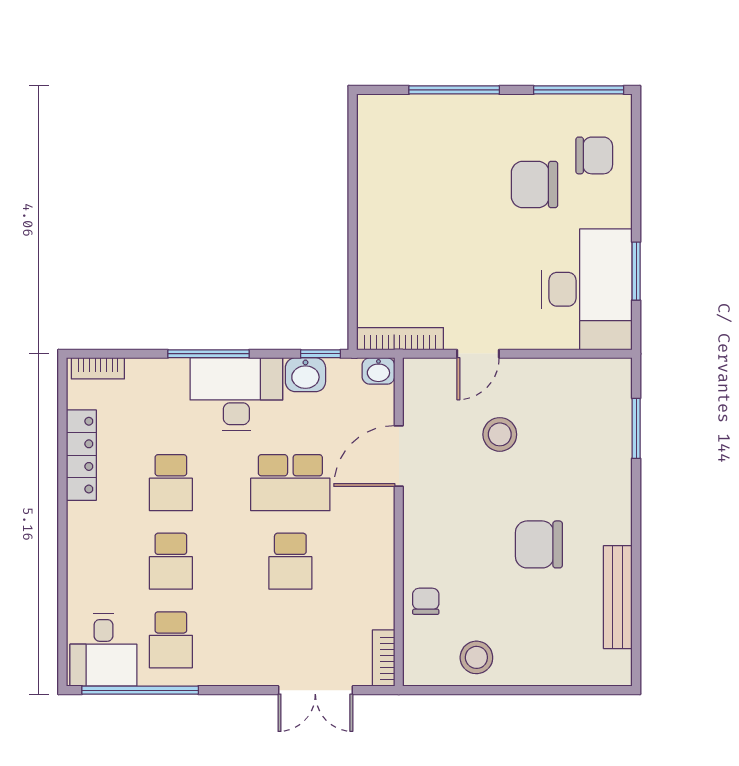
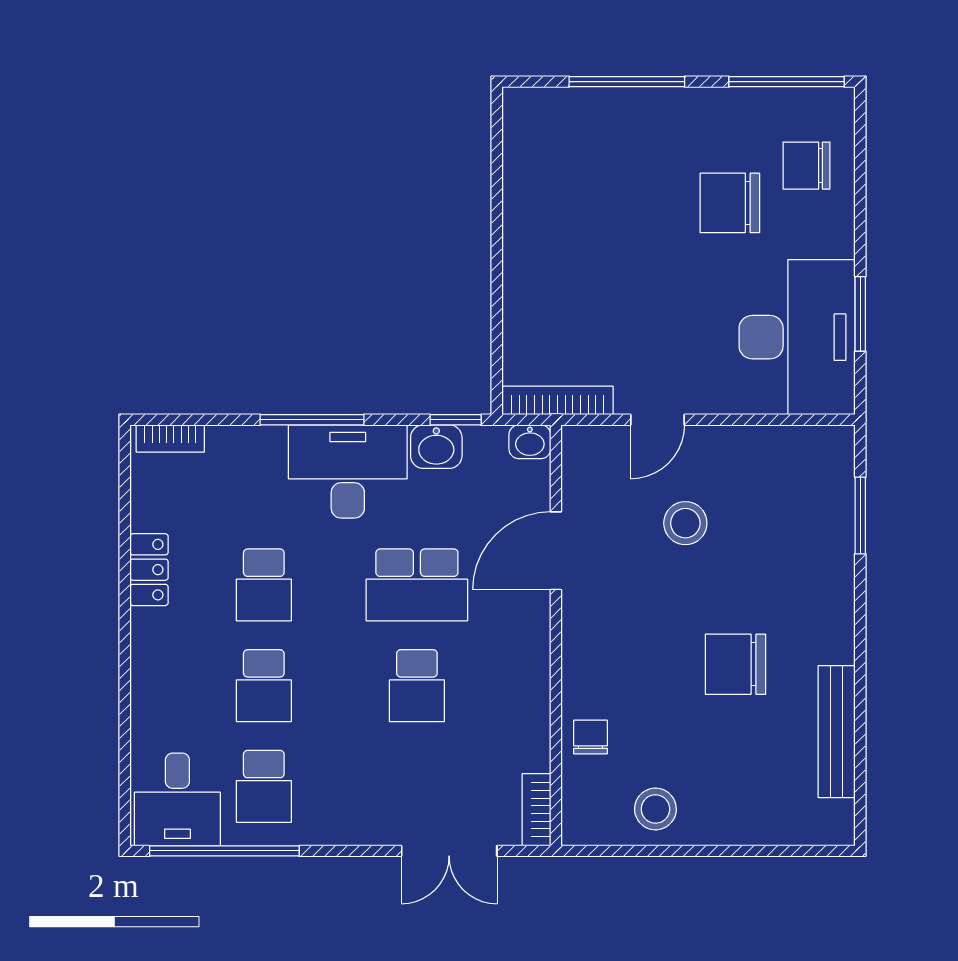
chair: (594, 155) -> (806, 166), turned 180
locker: (81, 455) -> (149, 570), width x0.66

